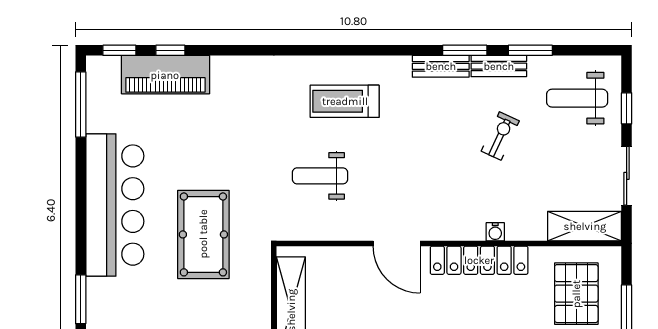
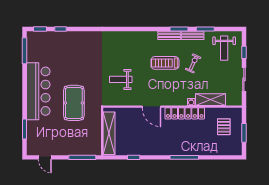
piano: (165, 75) -> (59, 39), removed
weight bench: (577, 98) -> (224, 48), turned -90
treadmill: (345, 101) -> (165, 63), moved
shelving: (585, 226) -> (210, 100), moved
pallet: (576, 294) -> (224, 127), width x0.67, depth x0.71

